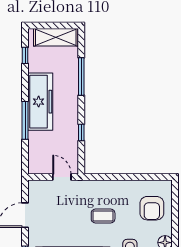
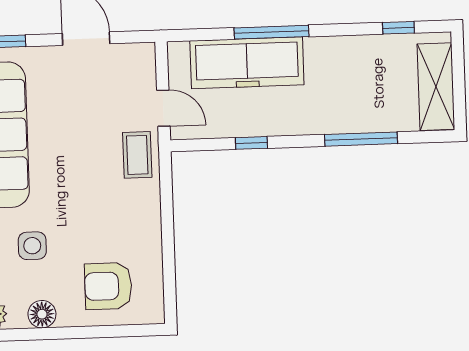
freezer: (40, 102) -> (247, 63), moved
door: (62, 177) -> (163, 108), hinge flipped
coffee table: (103, 216) -> (137, 155), moved

